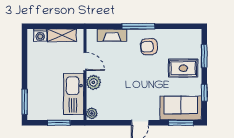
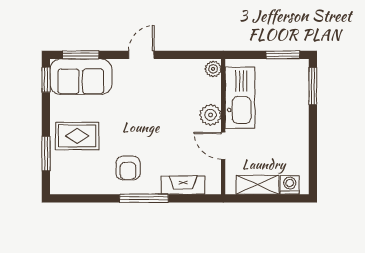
armchair: (149, 47) -> (128, 168), turned 94
window: (204, 93) -> (46, 80), moved
window: (59, 123) -> (283, 55), moved

